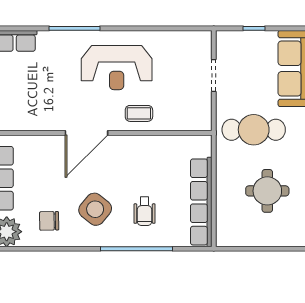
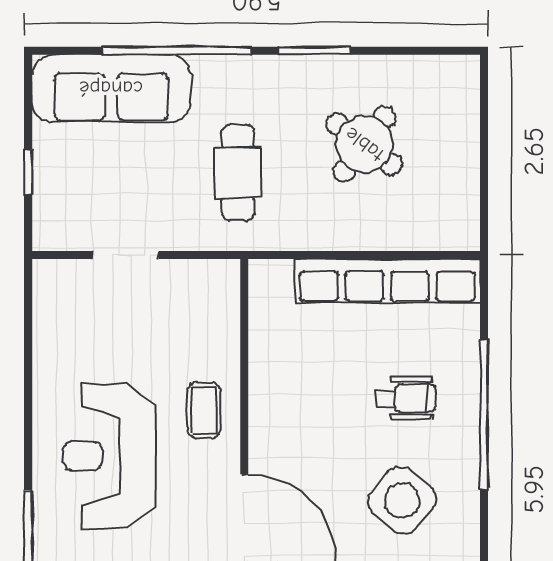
reception desk: (117, 68) -> (109, 456), turned 180
cafe table: (254, 130) -> (238, 173), width x0.73, depth x0.74
round table: (267, 191) -> (364, 144), turned 37

